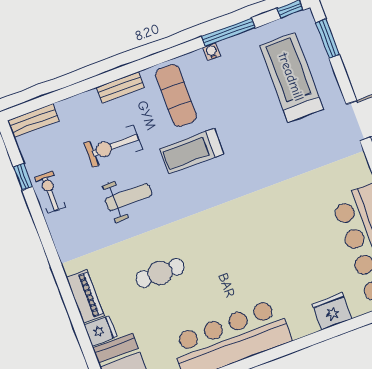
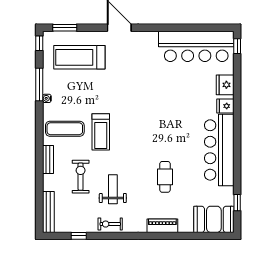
bench: (33, 121) -> (48, 212), width x1.36
exercise bike: (113, 146) -> (81, 177), turned 180
exercise bike: (50, 192) -> (110, 224), moved
weight bench: (129, 197) -> (113, 189), moved
fridge: (101, 331) -> (225, 106), moved, turned -90

